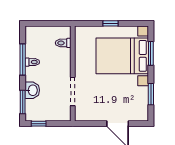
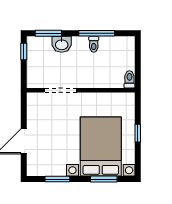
toilet: (63, 43) -> (129, 79), moved

